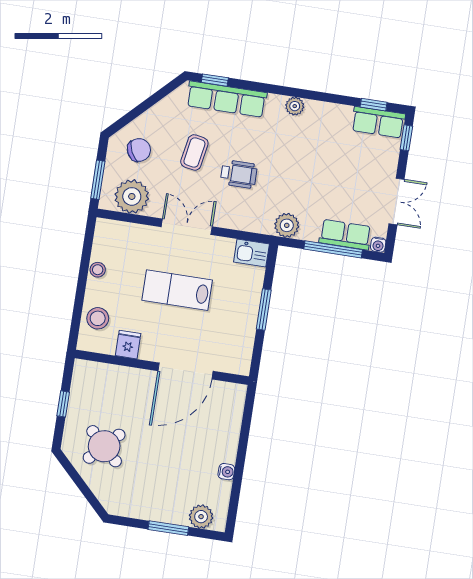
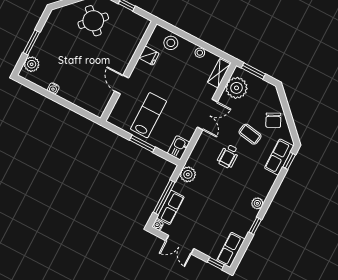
row of seats: (227, 99) -> (279, 157), width x0.68
window: (374, 105) -> (255, 226), moved
chair: (139, 150) -> (273, 120), moved
shelving: (119, 230) -> (219, 73), added
lab bench: (177, 290) -> (149, 115), moved
door: (186, 371) -> (122, 85), width x0.53

